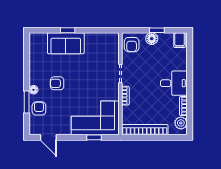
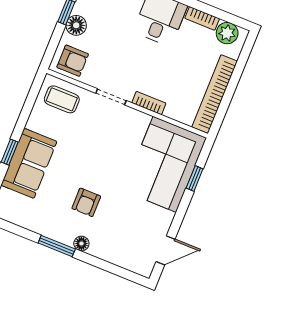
coffee table: (108, 47) -> (62, 99), added
window: (27, 102) -> (57, 246), moved
armchair: (39, 108) -> (114, 247), removed

